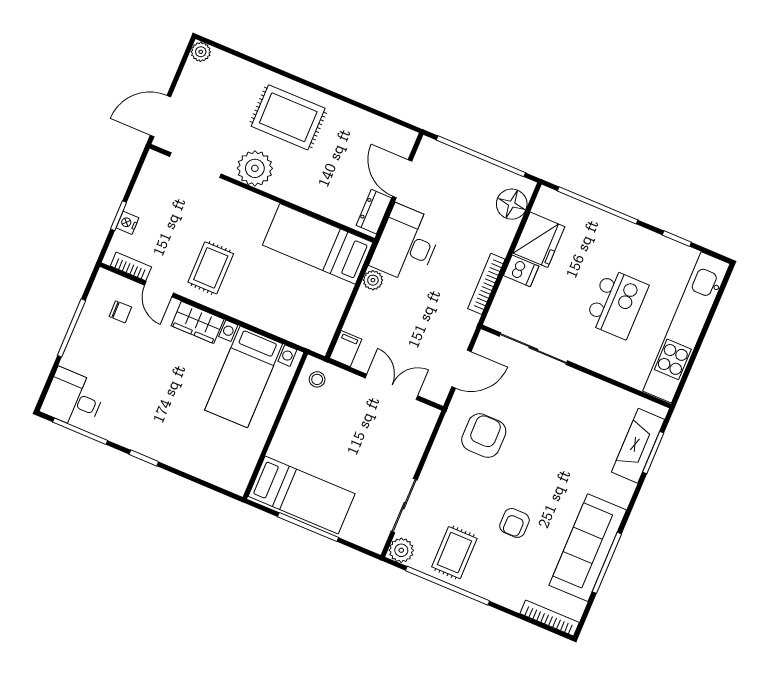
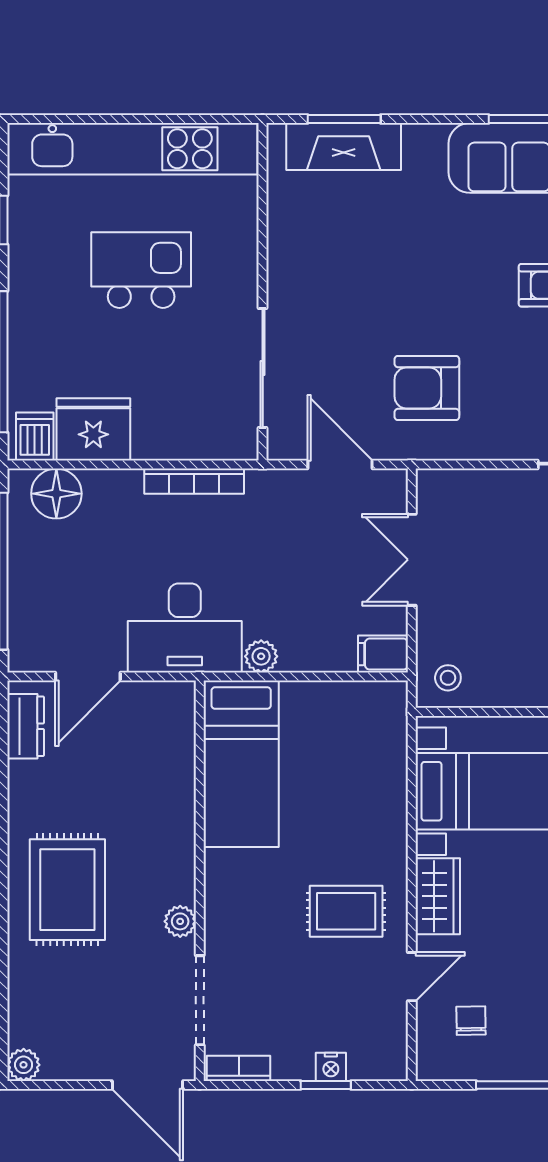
plant: (255, 168) -> (180, 921), width x0.53, depth x0.53
dresser: (374, 212) -> (26, 726), moved, turned -90
bookcase: (131, 266) -> (239, 1068), moved, turned 90
dishwasher: (521, 271) -> (35, 437), moved

